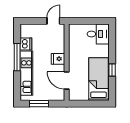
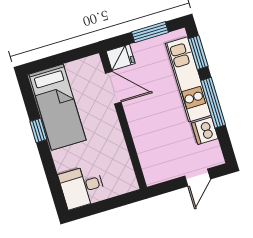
door: (53, 21) -> (198, 177), moved
fridge: (58, 59) -> (121, 57), moved
window: (17, 86) -> (198, 53), added

